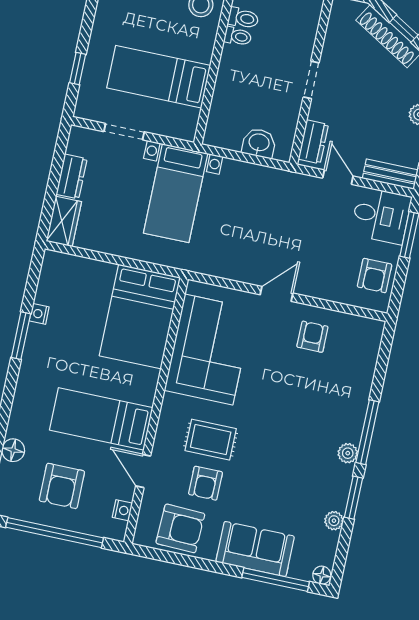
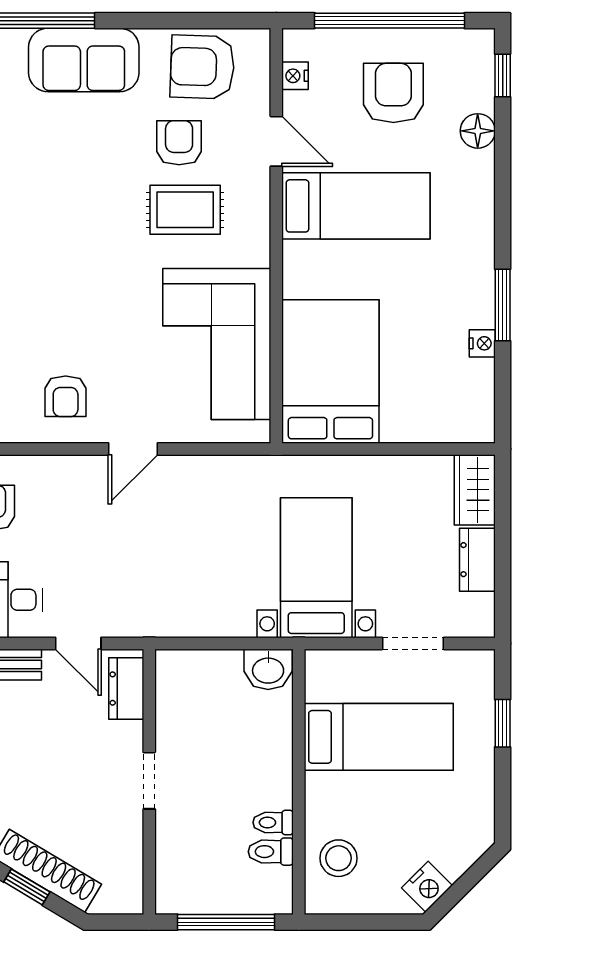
washbasin: (259, 143) -> (268, 669), moved

